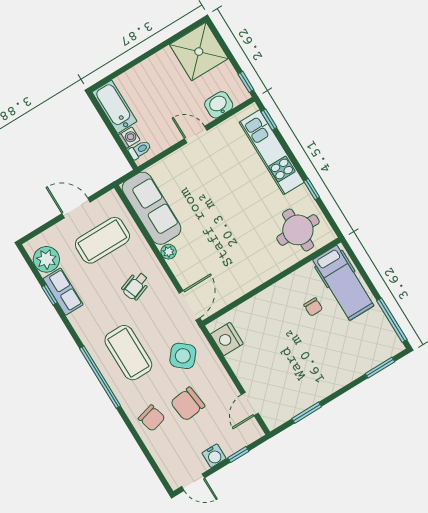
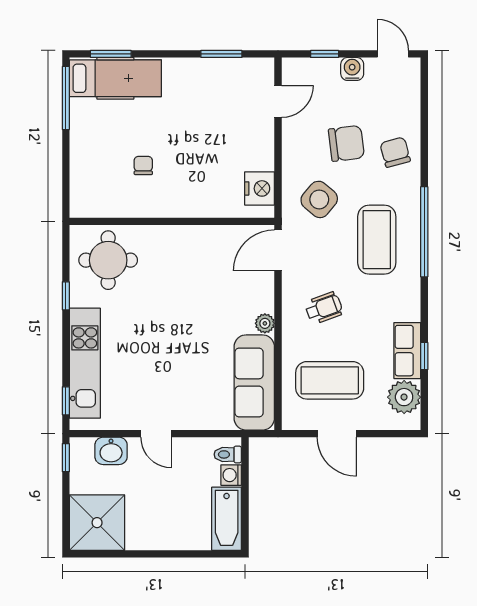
hospital bed: (343, 283) -> (115, 78), moved, turned 90

